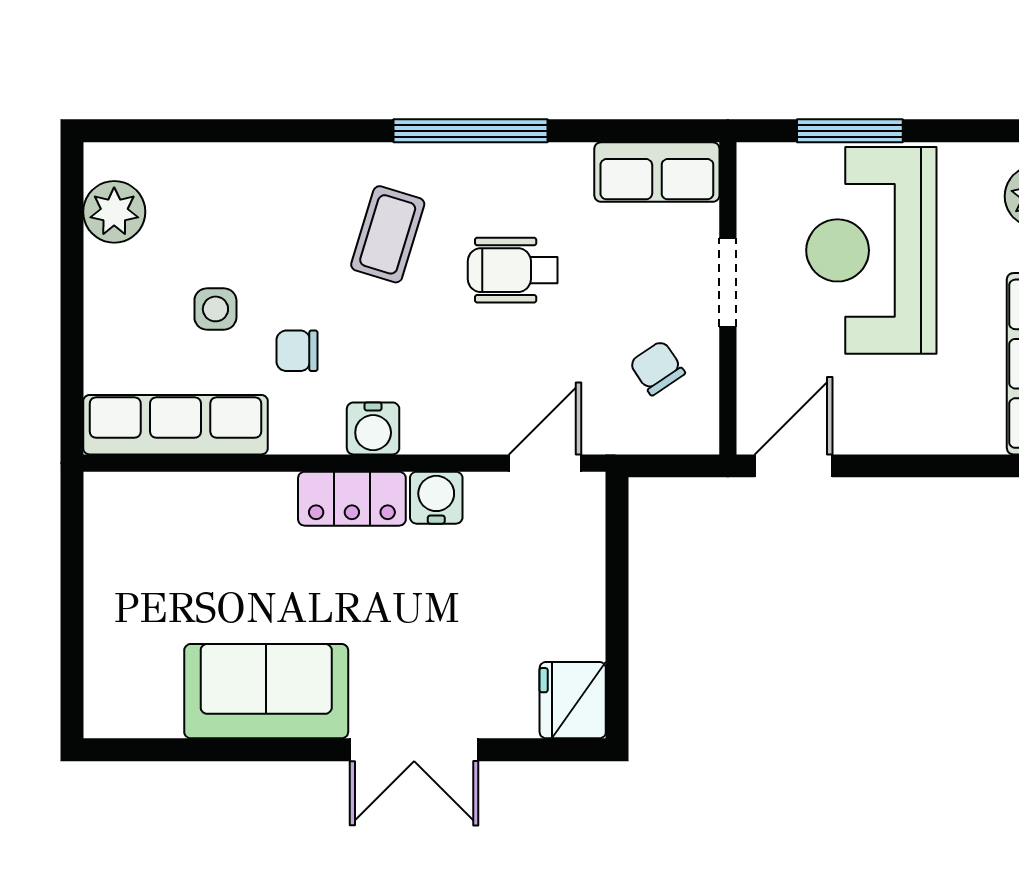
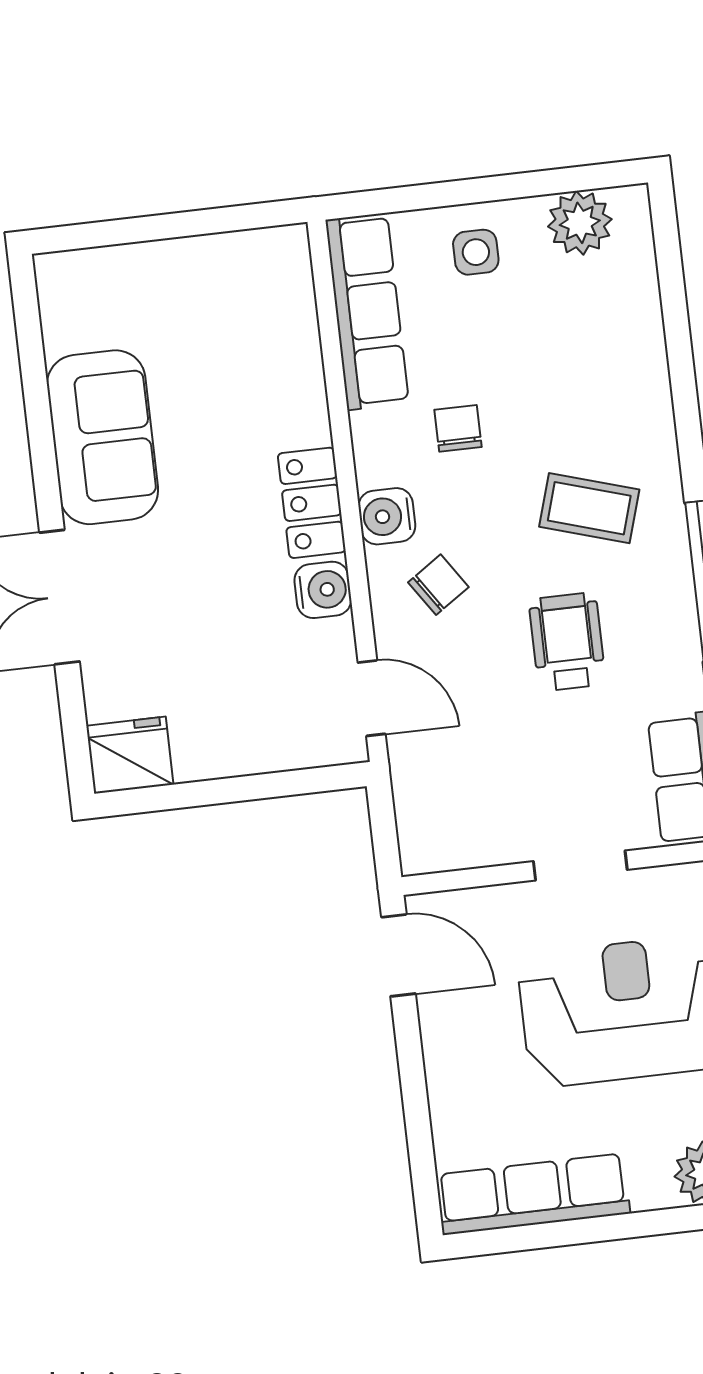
side table: (215, 309) -> (476, 252), moved
chair: (657, 368) -> (438, 585), moved

